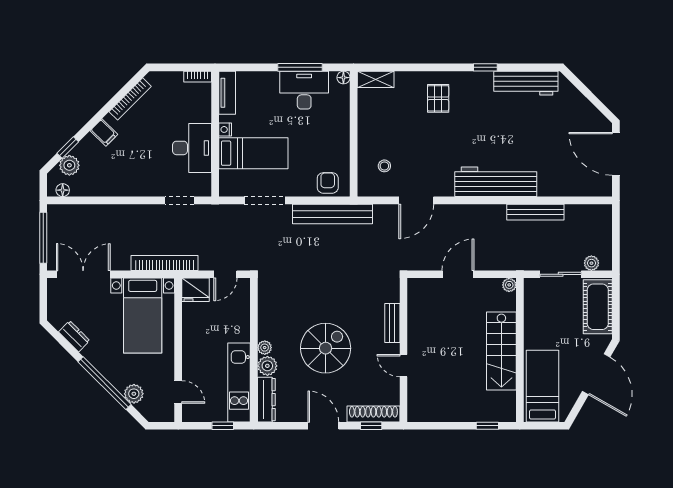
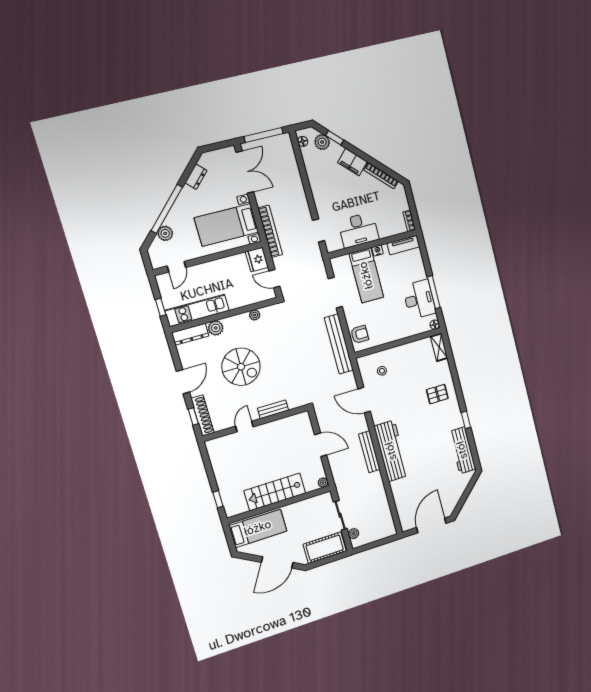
filing cabinet: (104, 133) -> (352, 162), width x2.00
bench: (535, 212) -> (369, 452), moved
plant: (265, 348) -> (255, 315), moved

